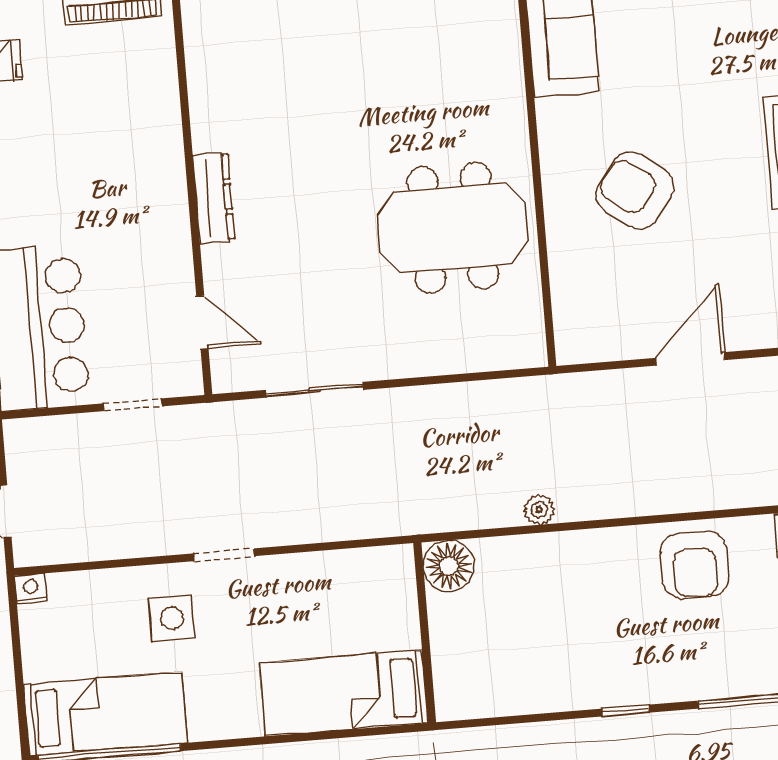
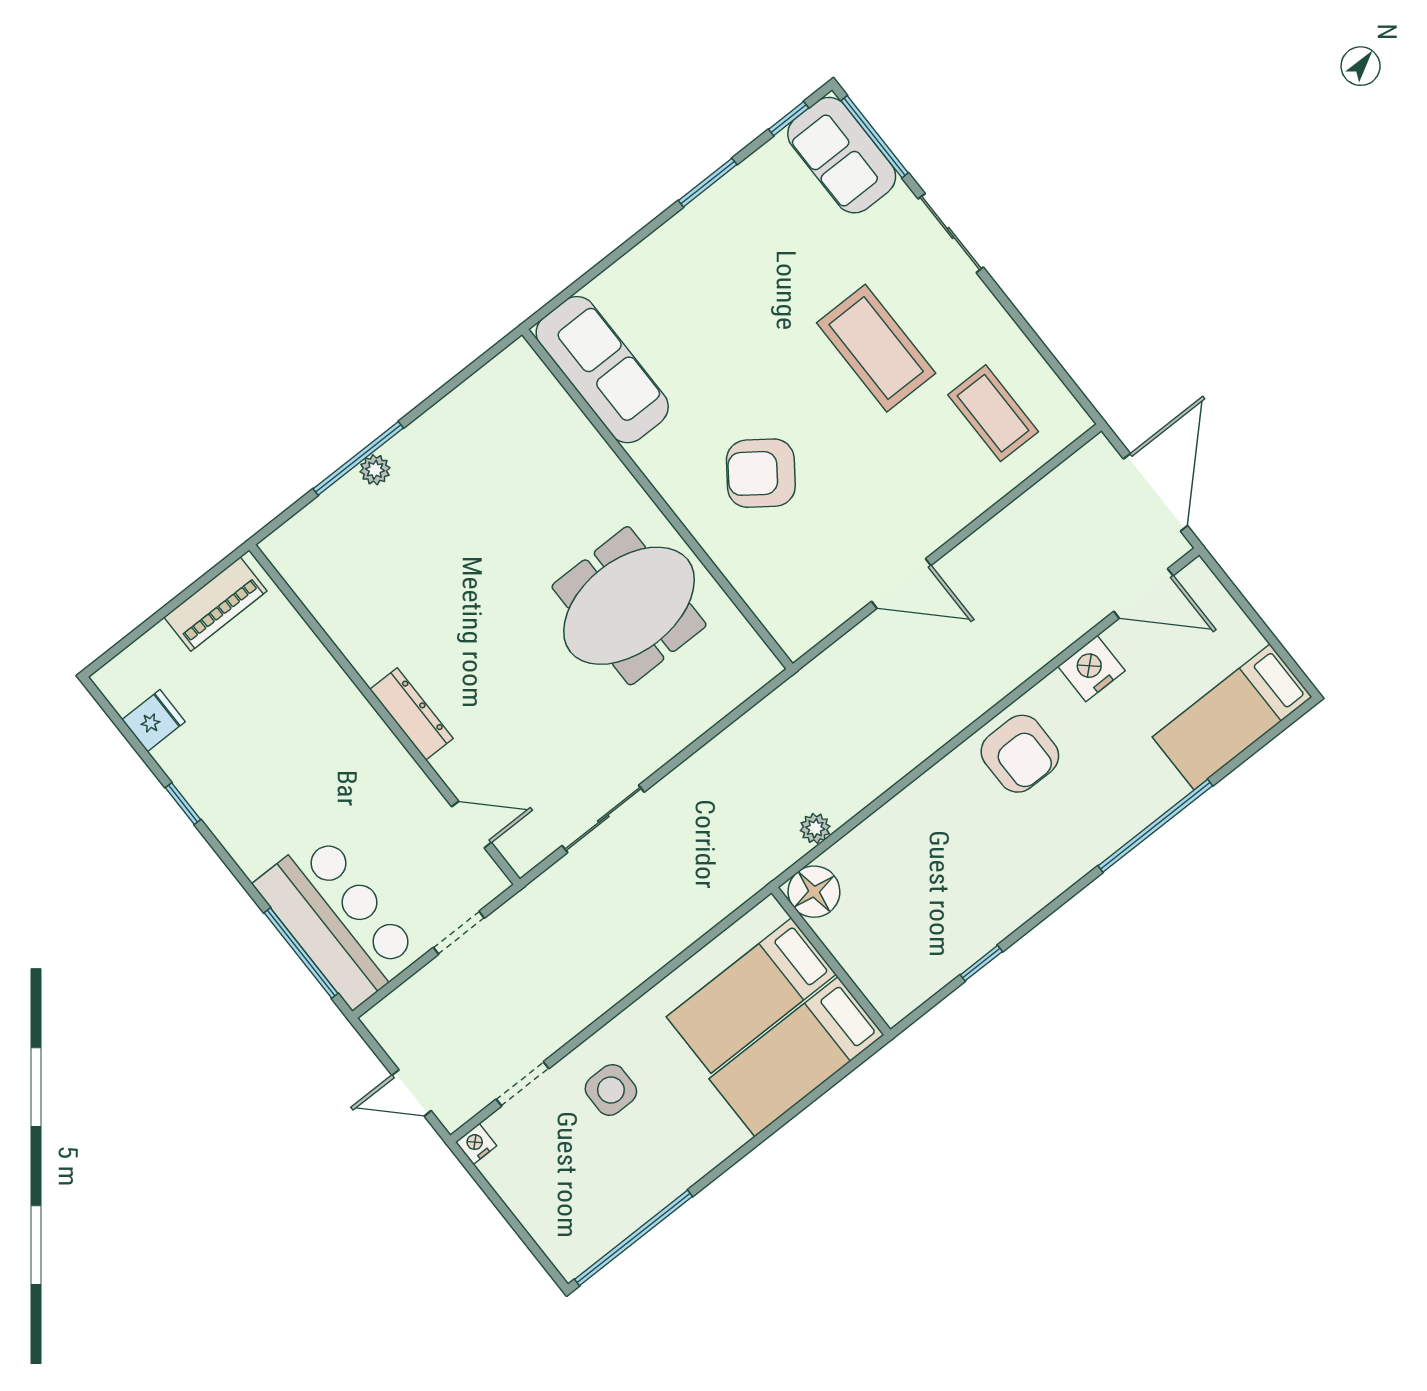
door: (690, 359) -> (901, 583), swing flipped
plant: (539, 510) -> (815, 828), moved
doorway: (224, 555) -> (523, 1084), moved
window: (626, 711) -> (981, 963), moved
bed: (106, 714) -> (751, 996), moved, turned 180

